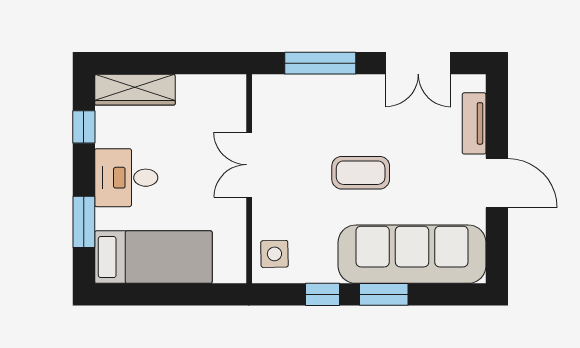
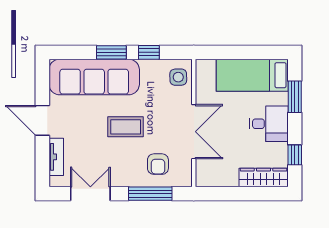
armchair: (308, 112) -> (158, 164), added
double door: (249, 165) -> (194, 132), width x1.37

